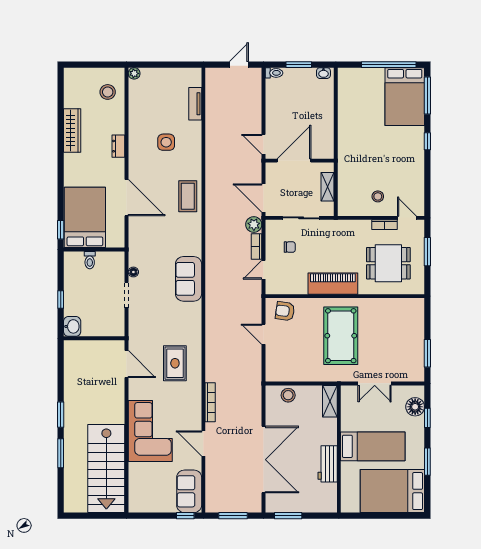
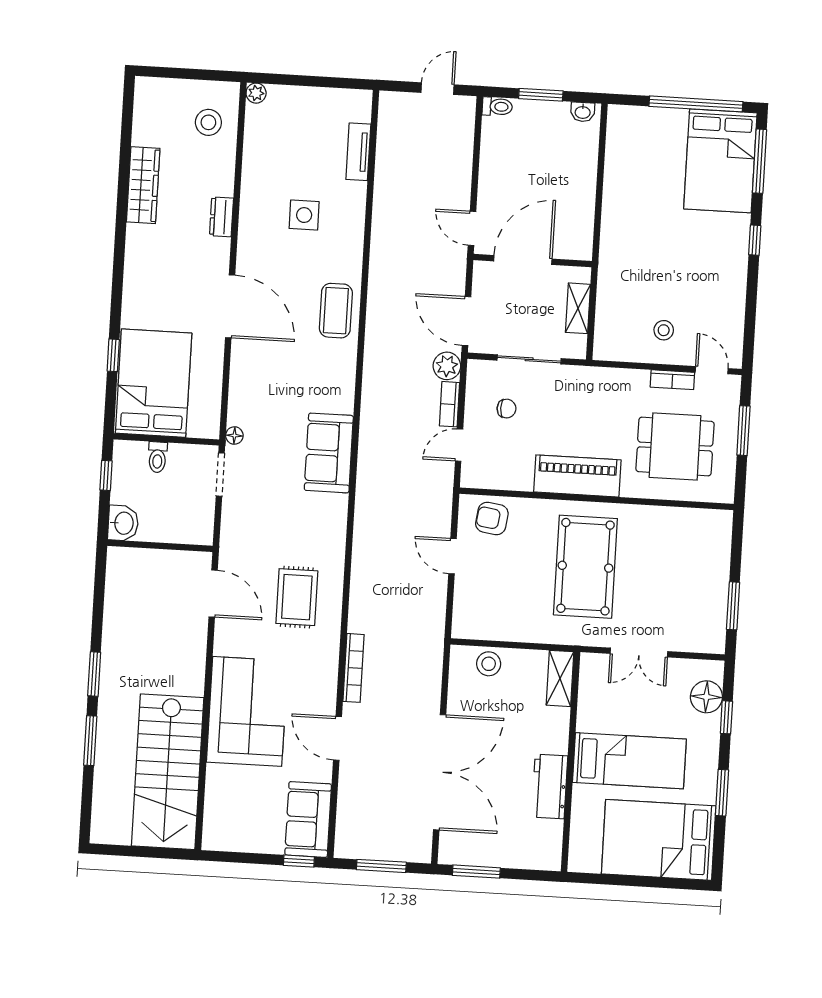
bed: (85, 217) -> (154, 383), moved
wall: (94, 249) -> (166, 439), moved
toilet: (90, 260) -> (158, 457), moved

